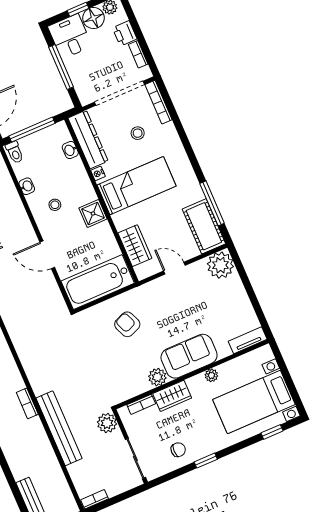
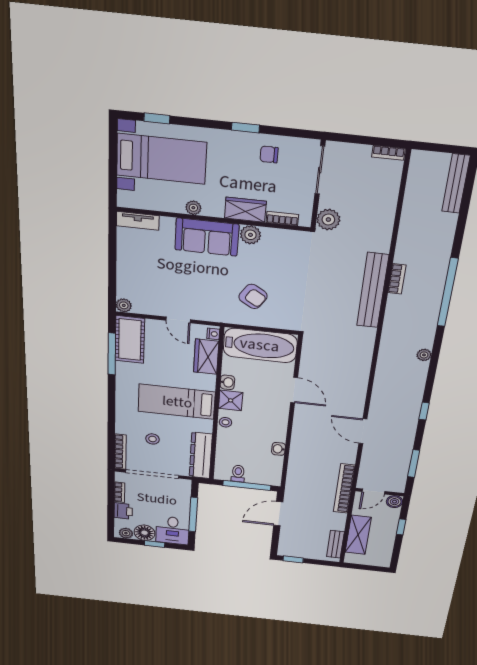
washbasin: (70, 150) -> (227, 382), moved
toilet: (15, 152) -> (238, 474), moved
nightstand: (98, 173) -> (213, 334), moved
stool: (55, 205) -> (225, 422), moved
plant: (220, 265) -> (124, 305), width x0.53, depth x0.53
armchair: (127, 324) -> (253, 296), turned -36
bench: (59, 428) -> (373, 291), moved

